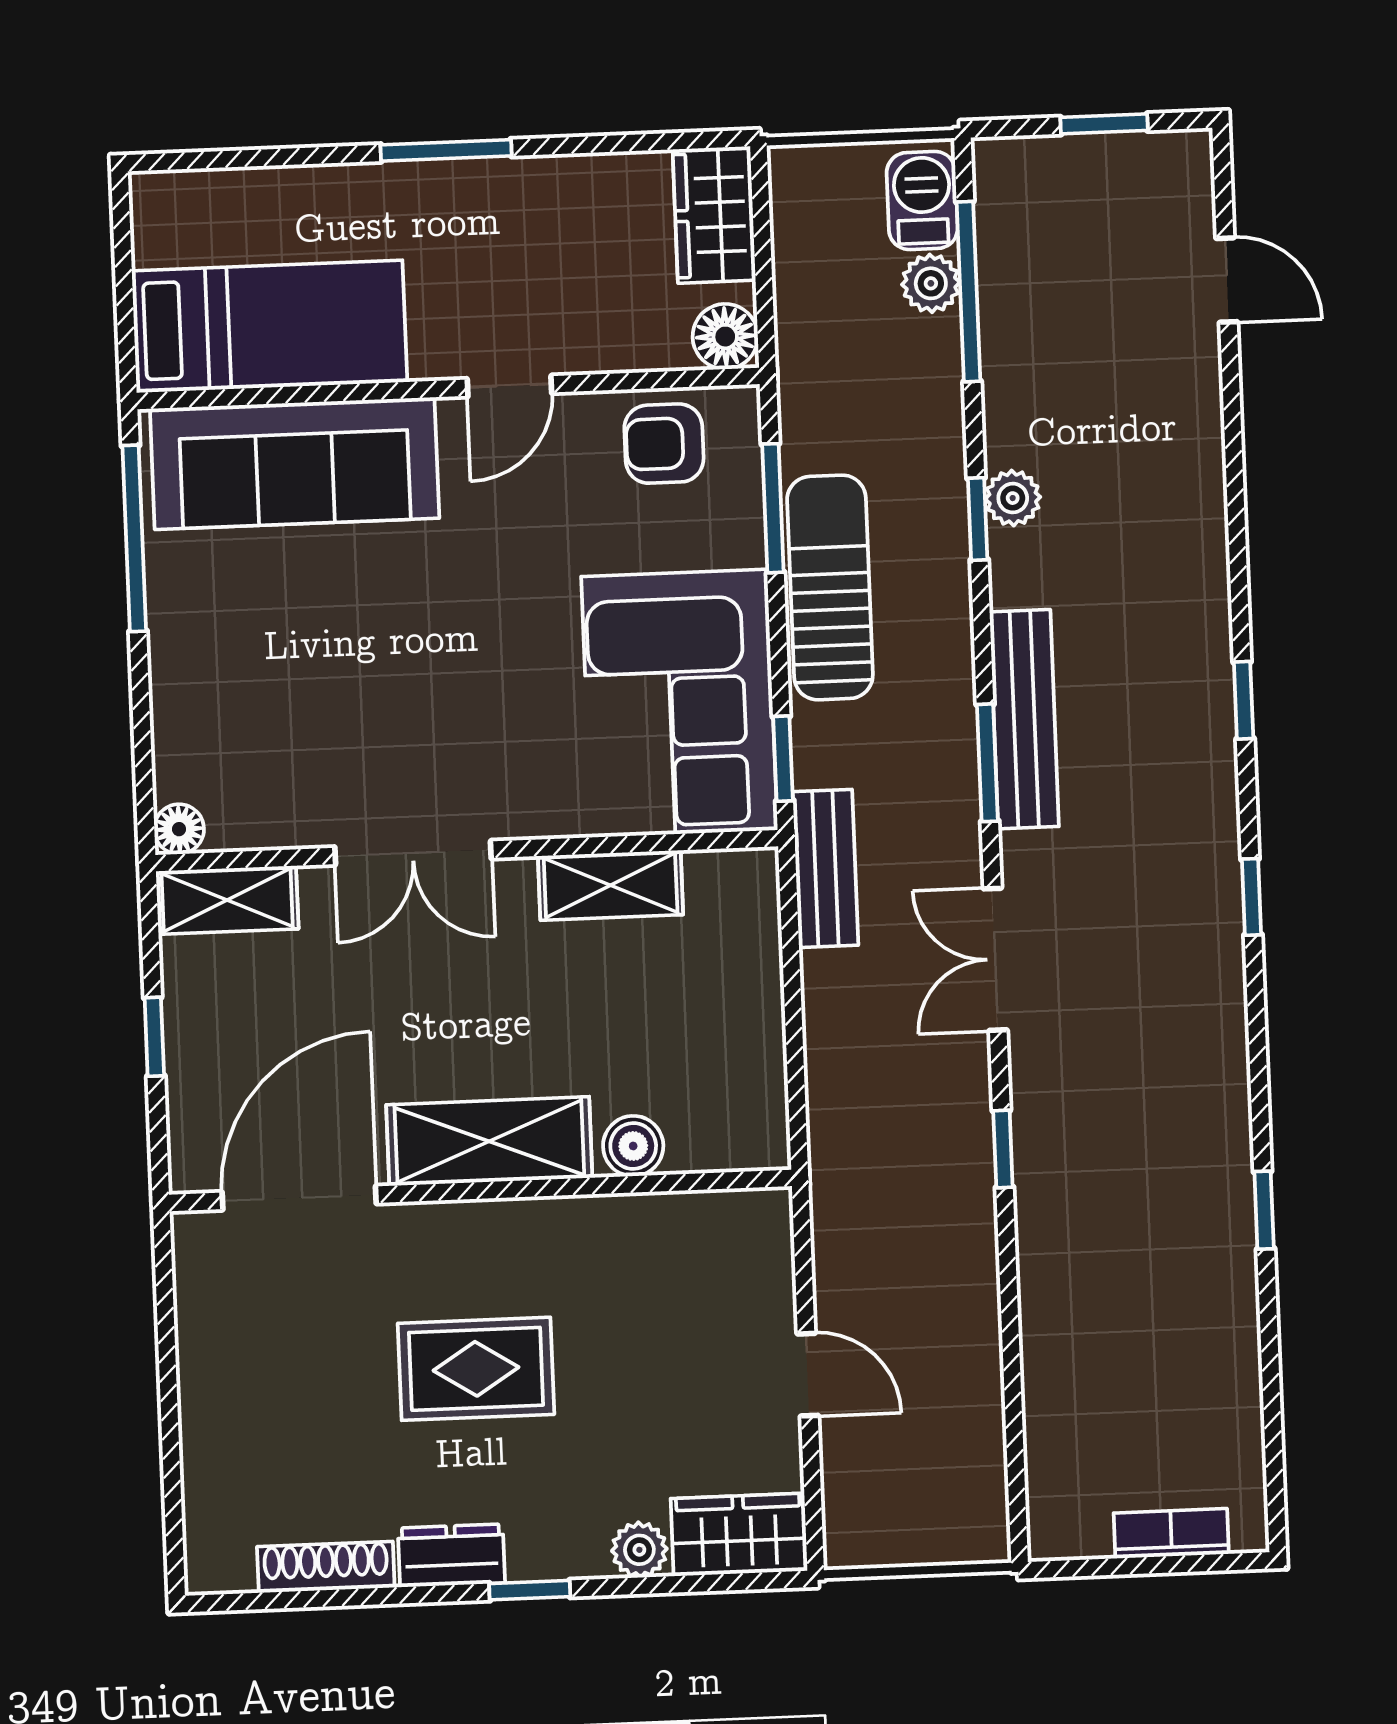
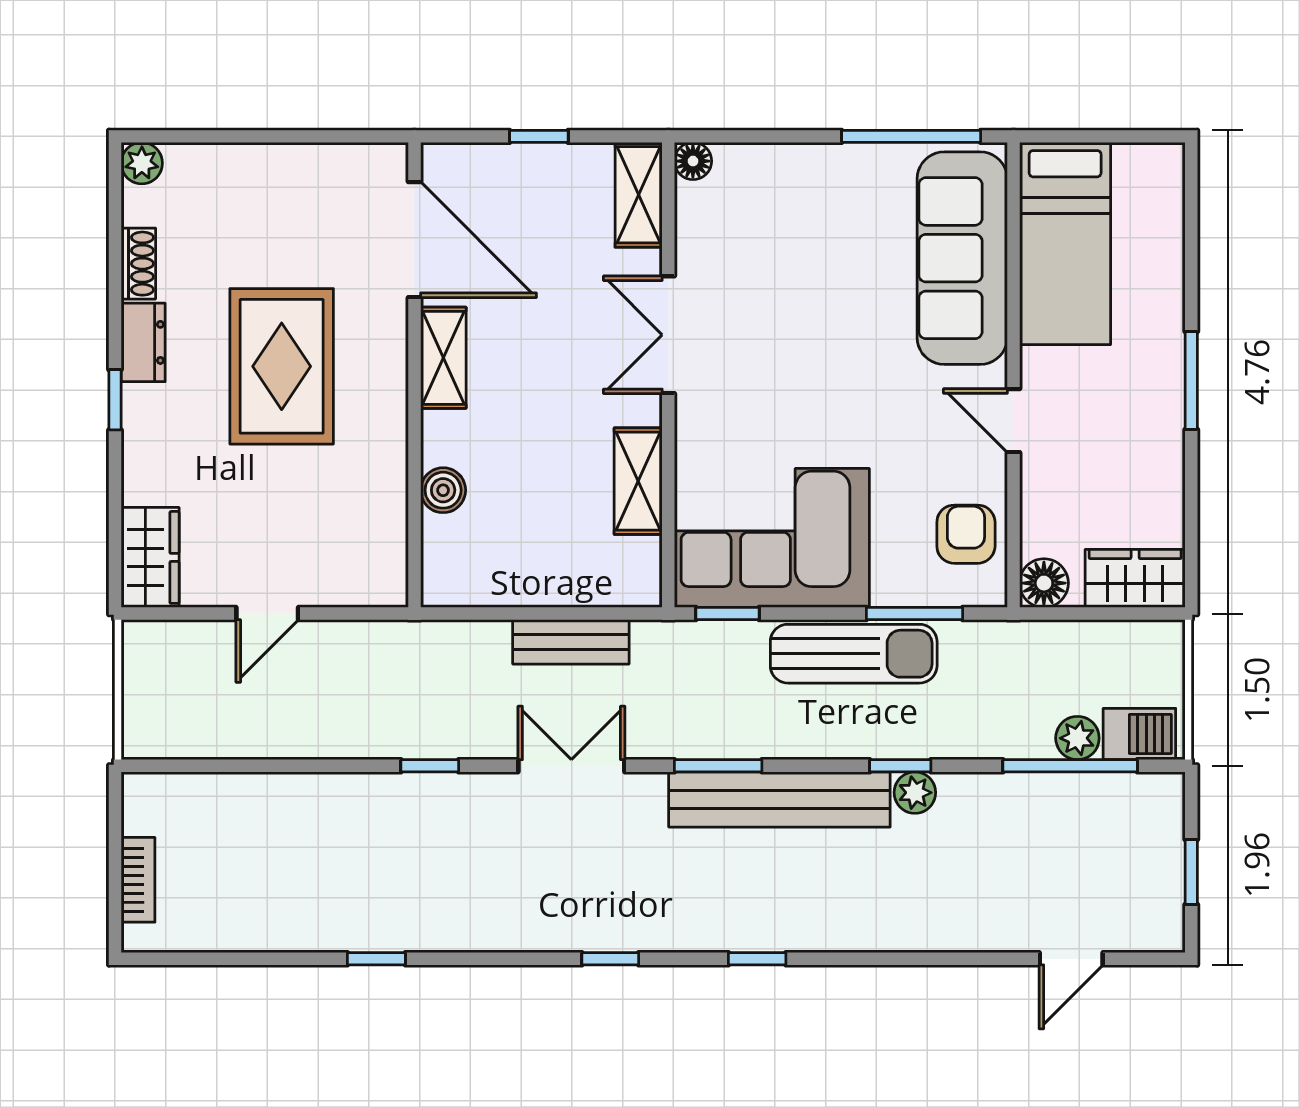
bench: (1024, 719) -> (779, 799), width x1.37, depth x1.21
bench: (825, 868) -> (571, 642), moved
shelving: (489, 1141) -> (443, 358), width x0.67, depth x0.75
rug: (476, 1369) -> (282, 366), width x1.36, depth x1.43
plant: (639, 1550) -> (142, 163), moved
shoe rack: (326, 1567) -> (138, 264), width x0.70

